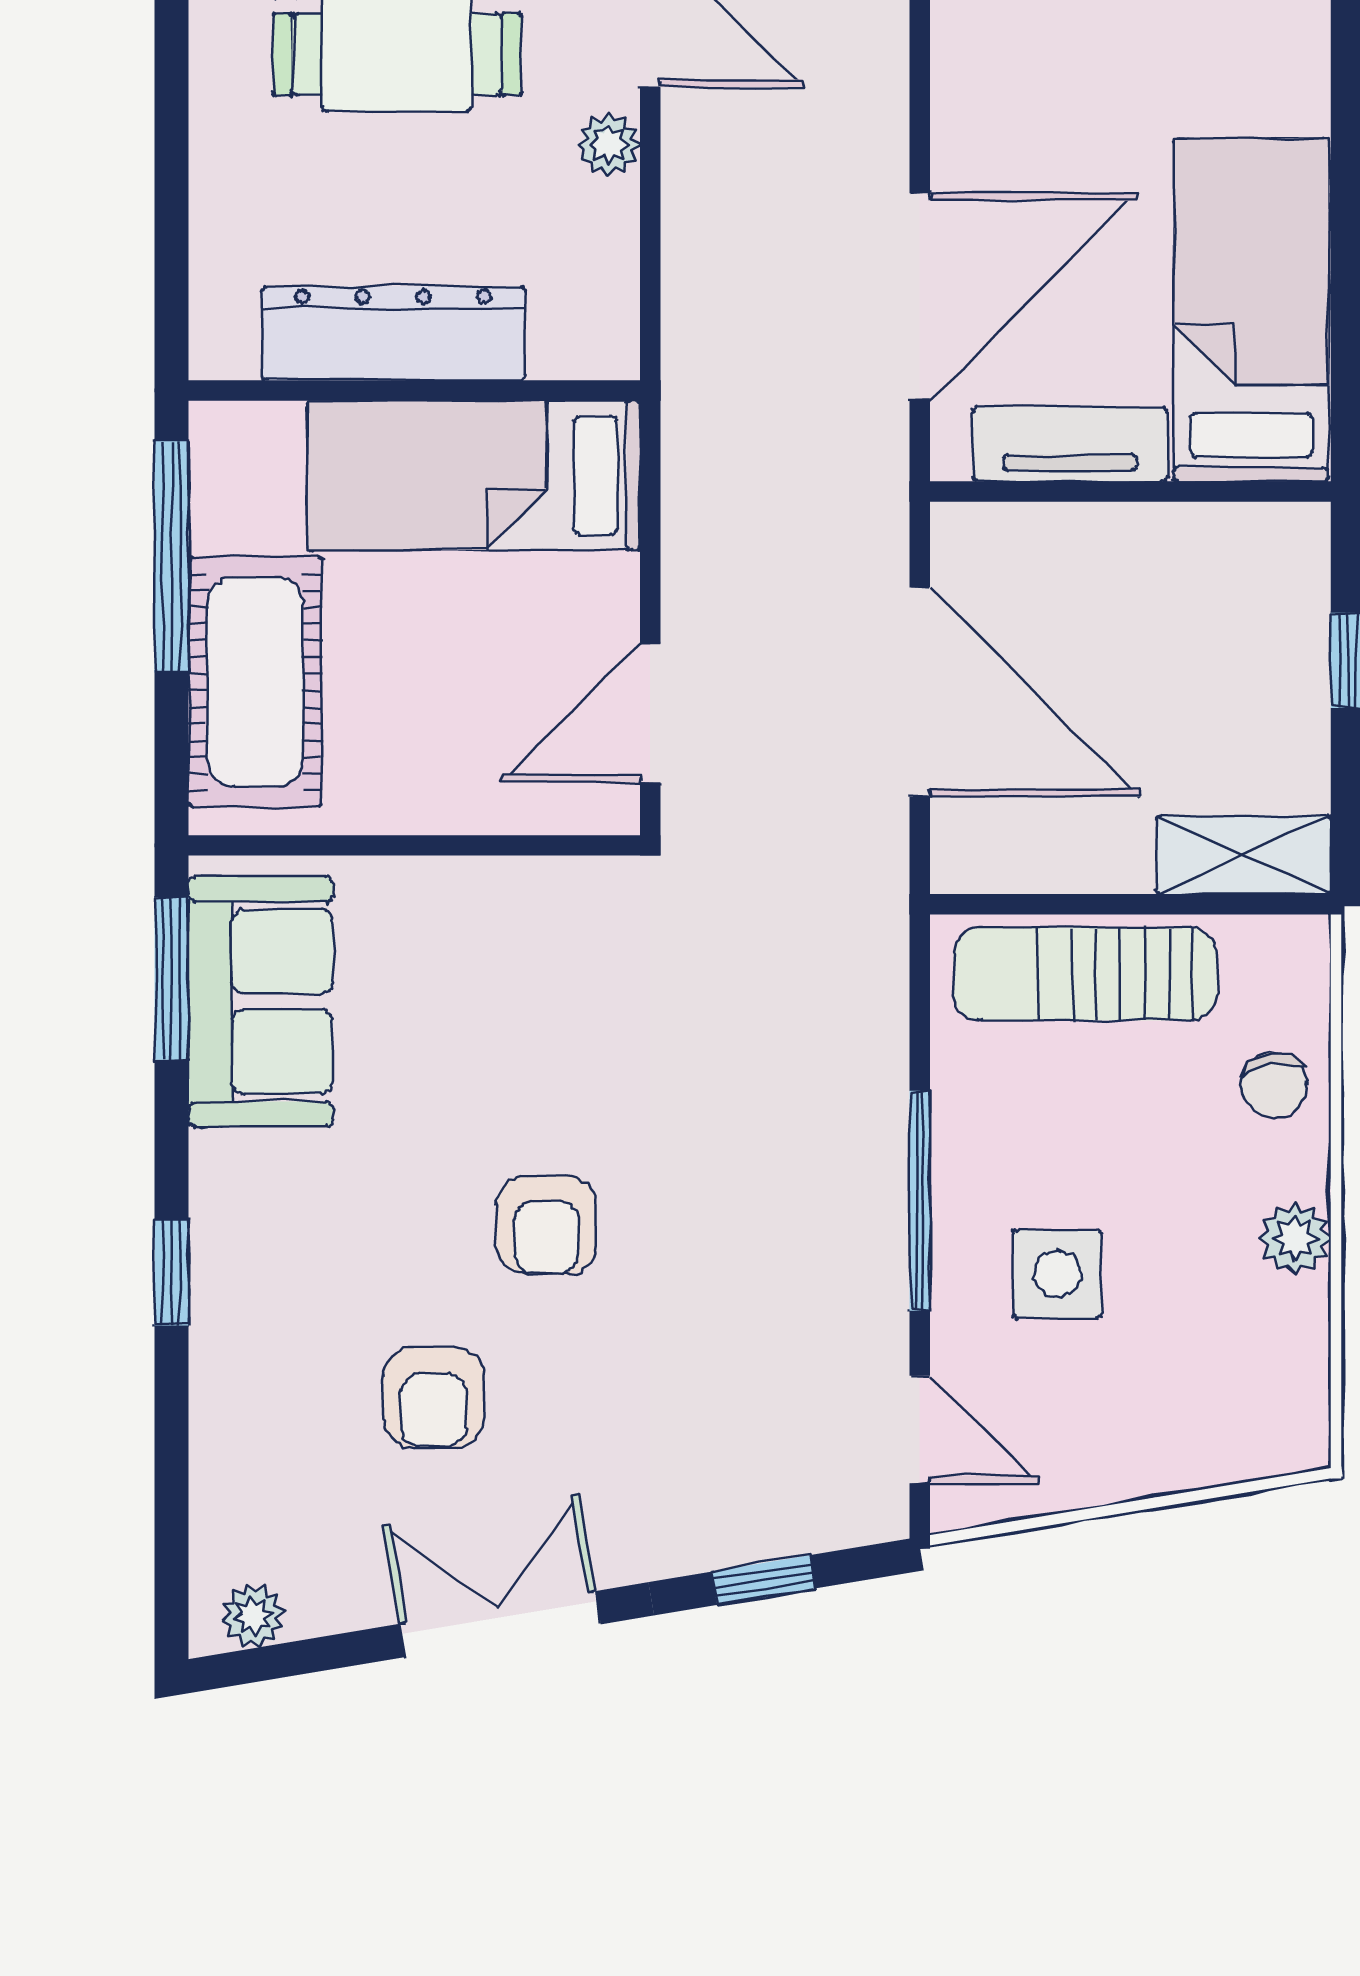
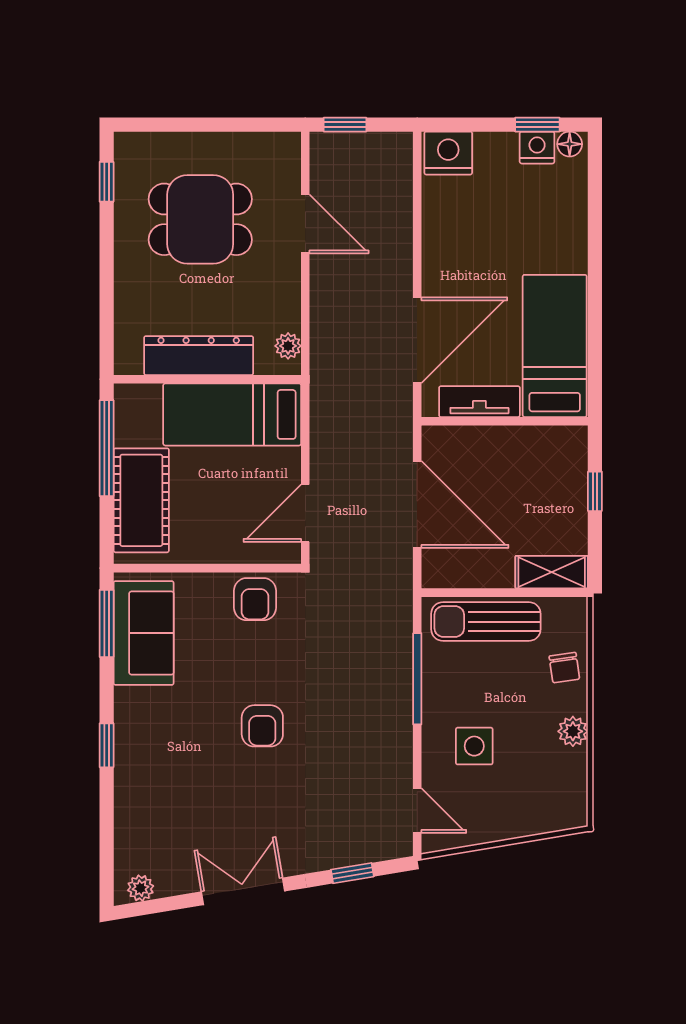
plant: (609, 145) -> (288, 346), moved
window: (920, 1201) -> (417, 679), moved
armchair: (434, 1398) -> (255, 599), moved

